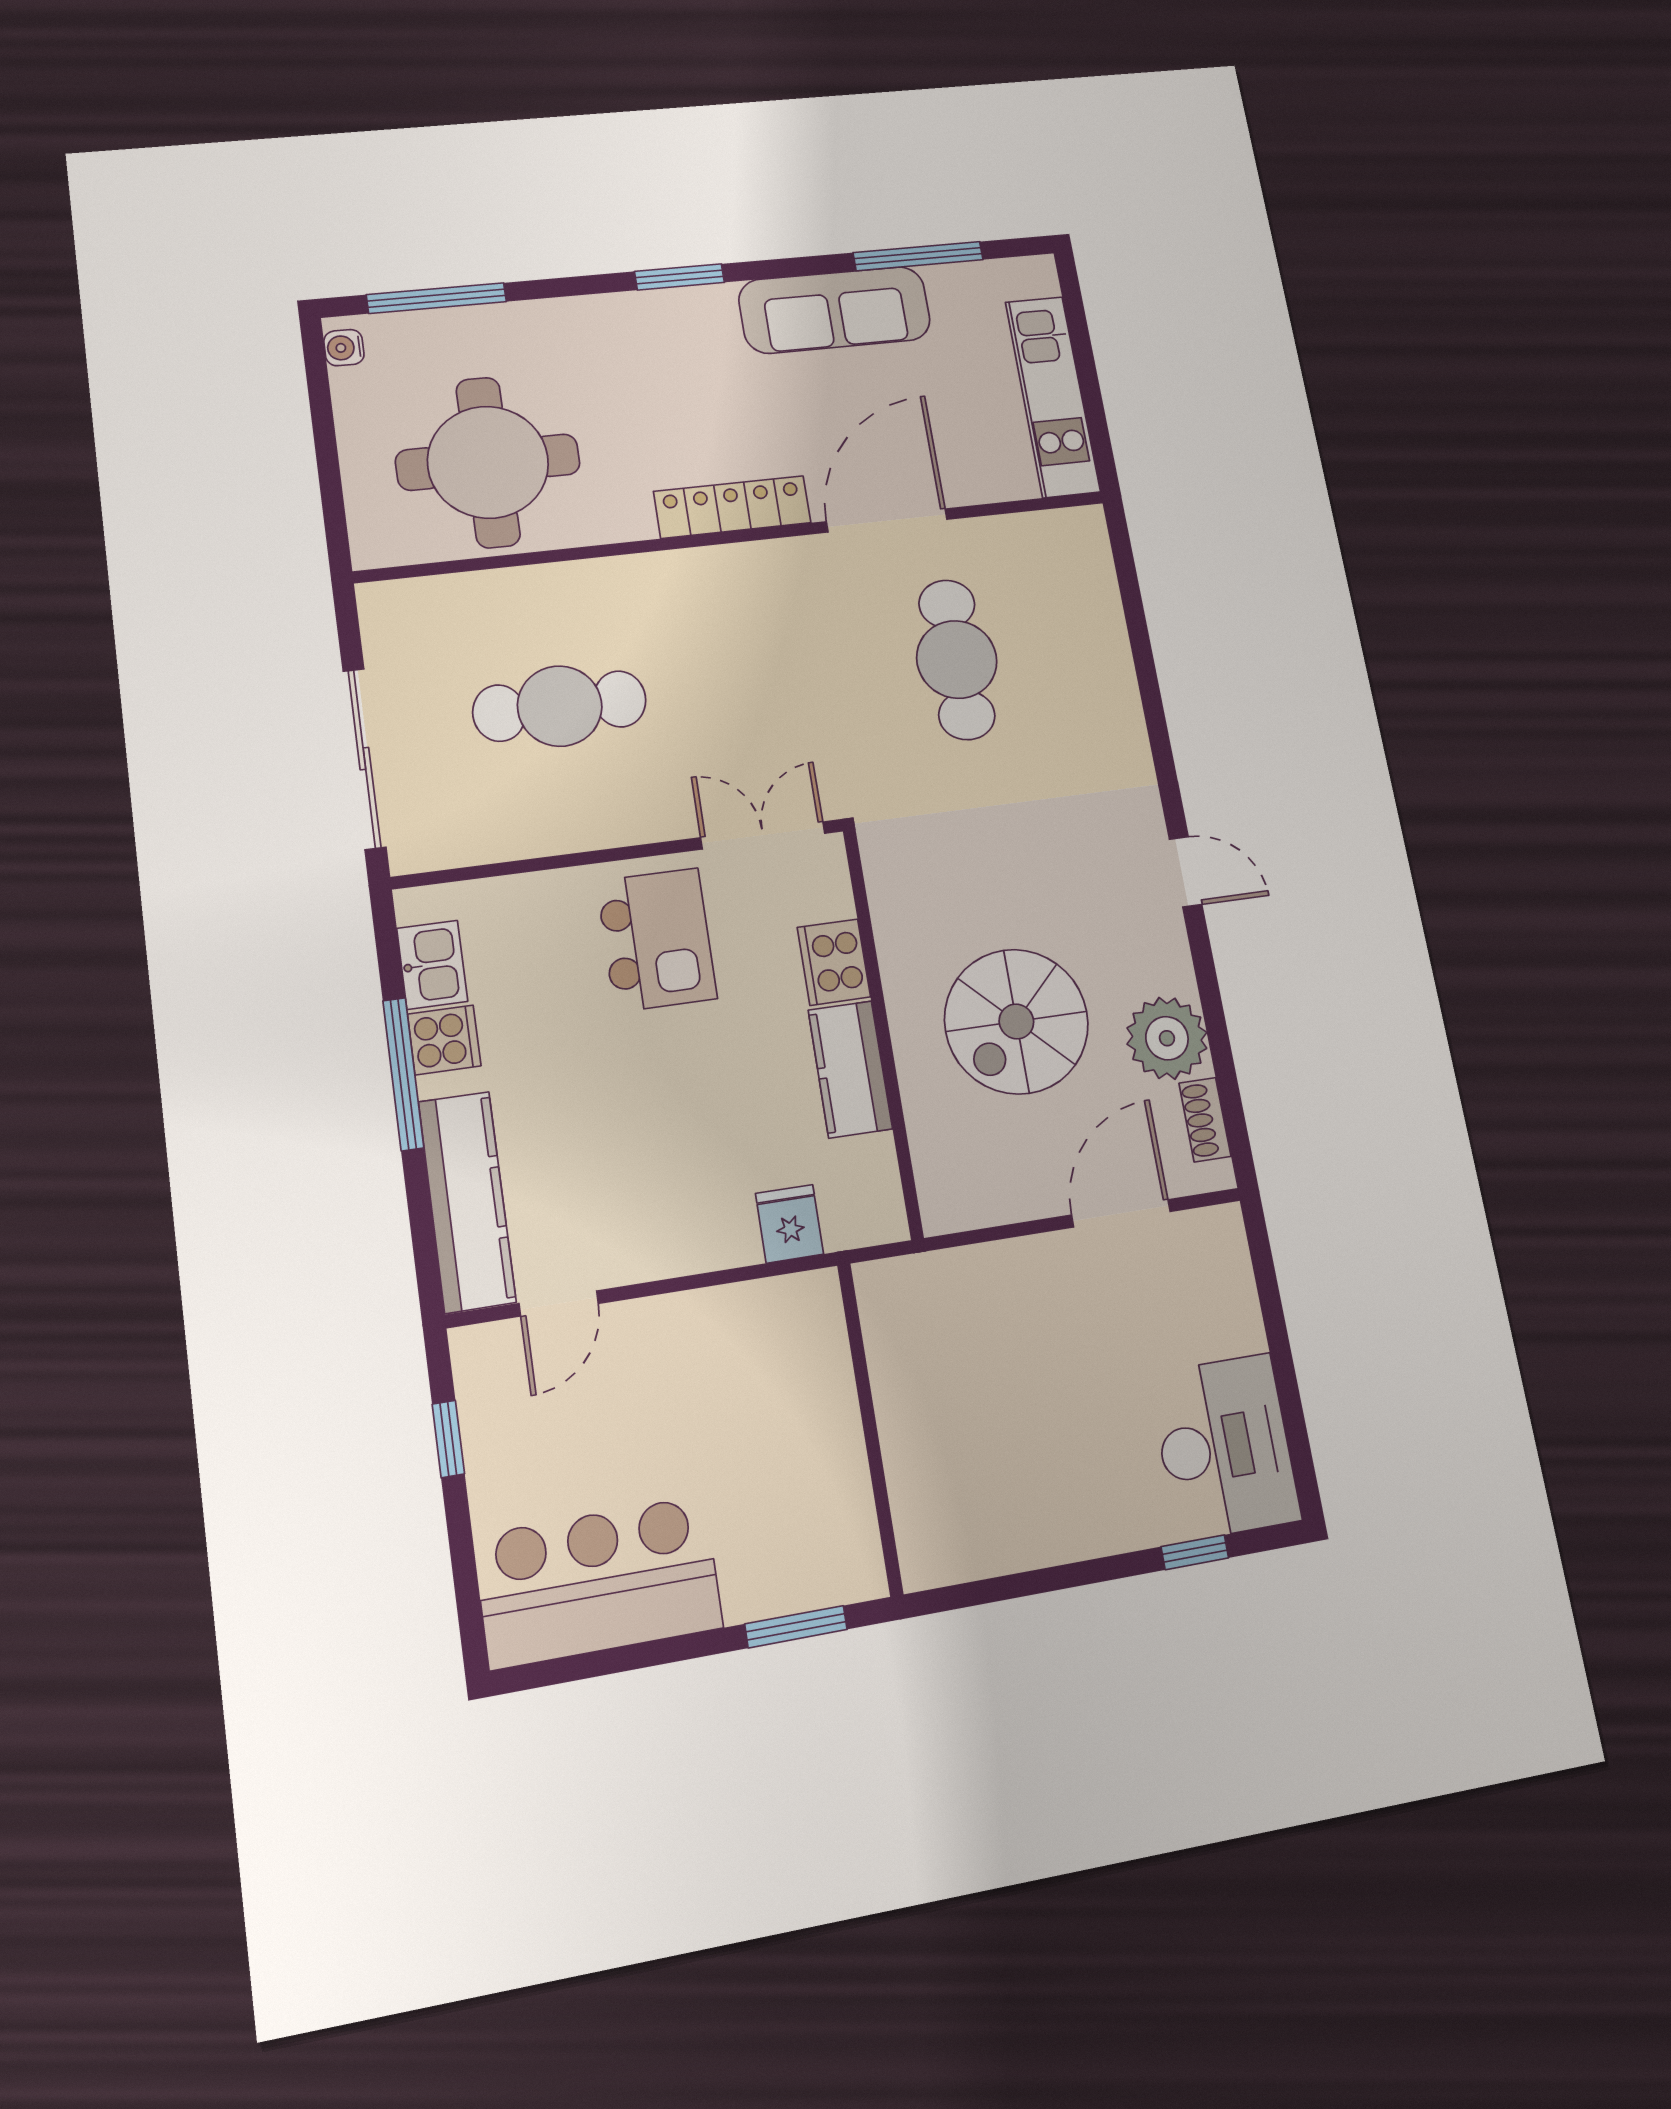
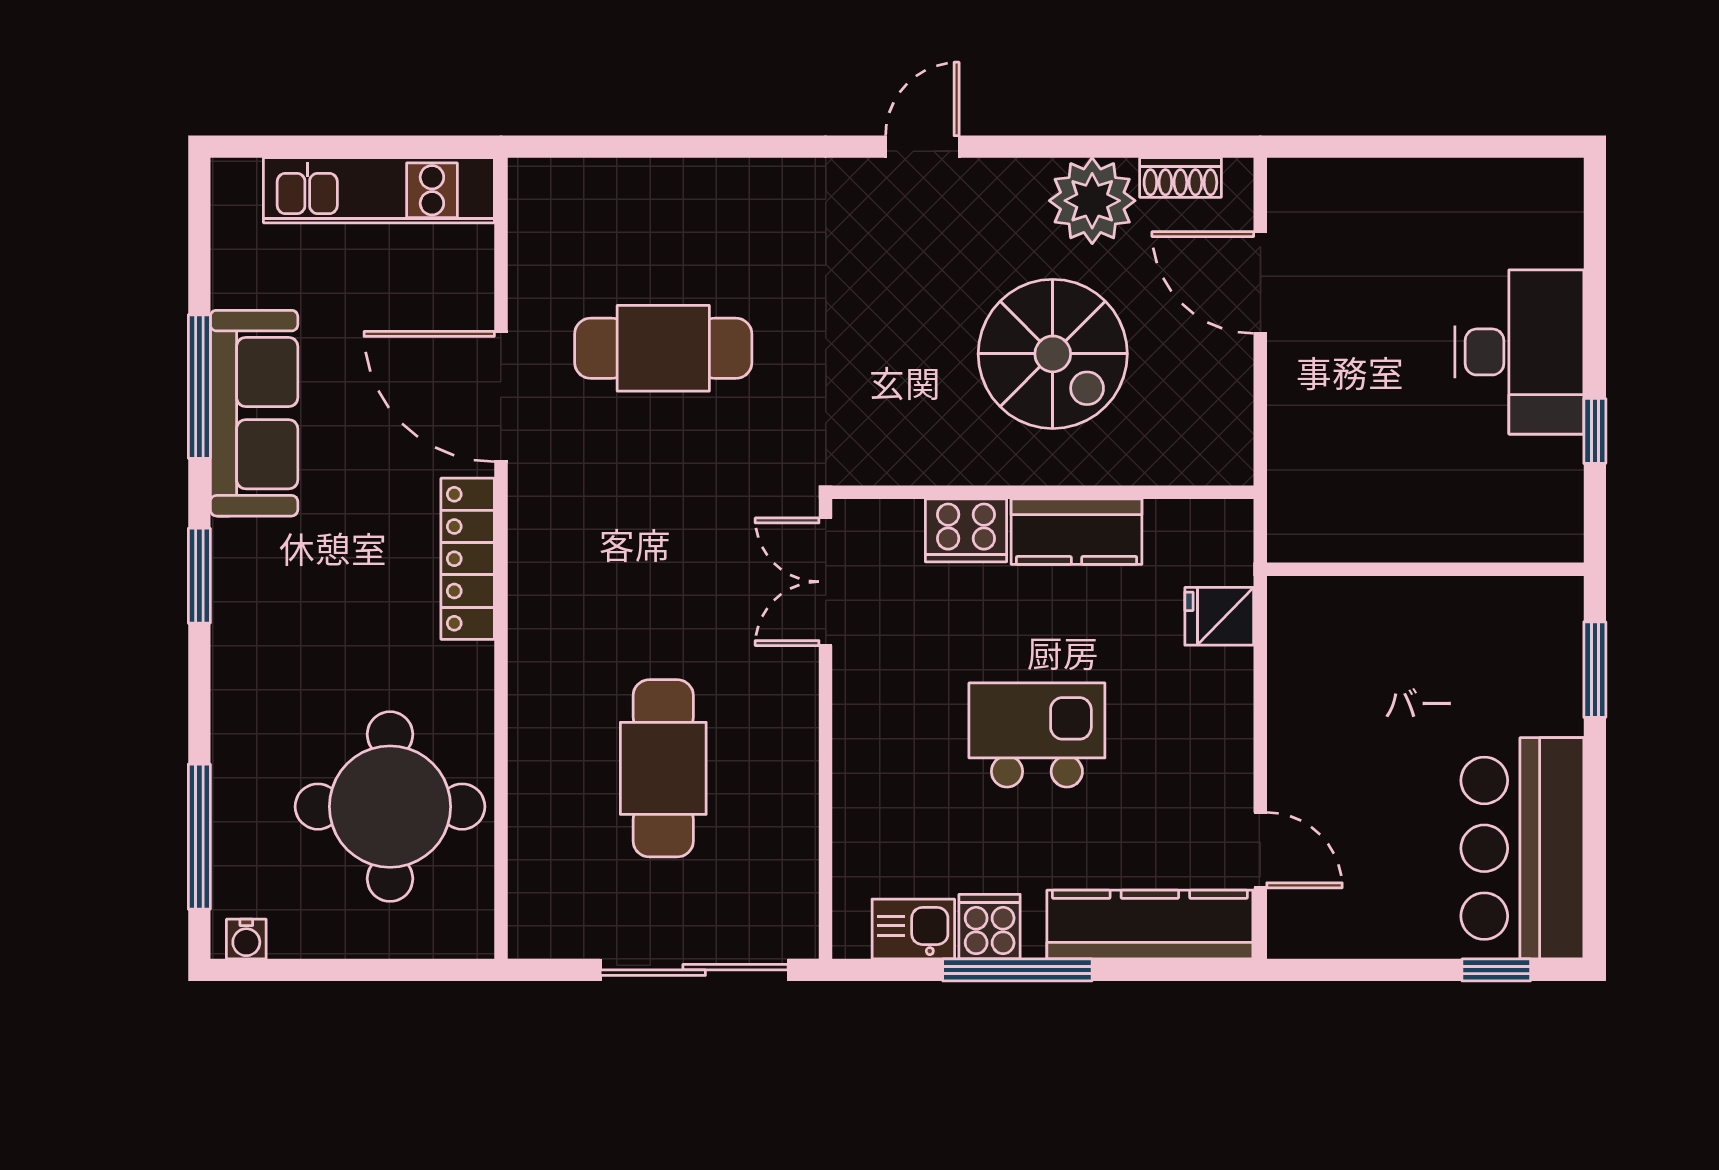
window: (918, 256) -> (199, 387), moved
kitchen island: (657, 940) -> (1037, 735), moved
window: (448, 1439) -> (1496, 970), moved
desk: (1225, 1447) -> (1519, 352), moved, turned 90
window: (1195, 1552) -> (1595, 431), moved

